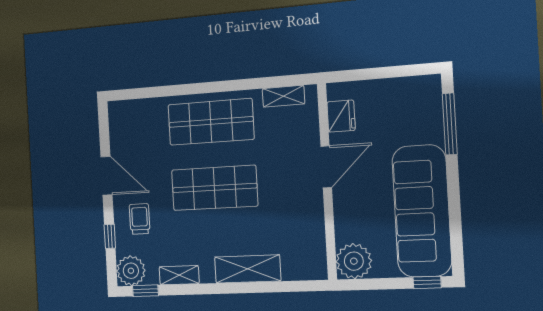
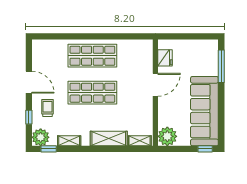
shelving: (283, 96) -> (140, 141), moved

